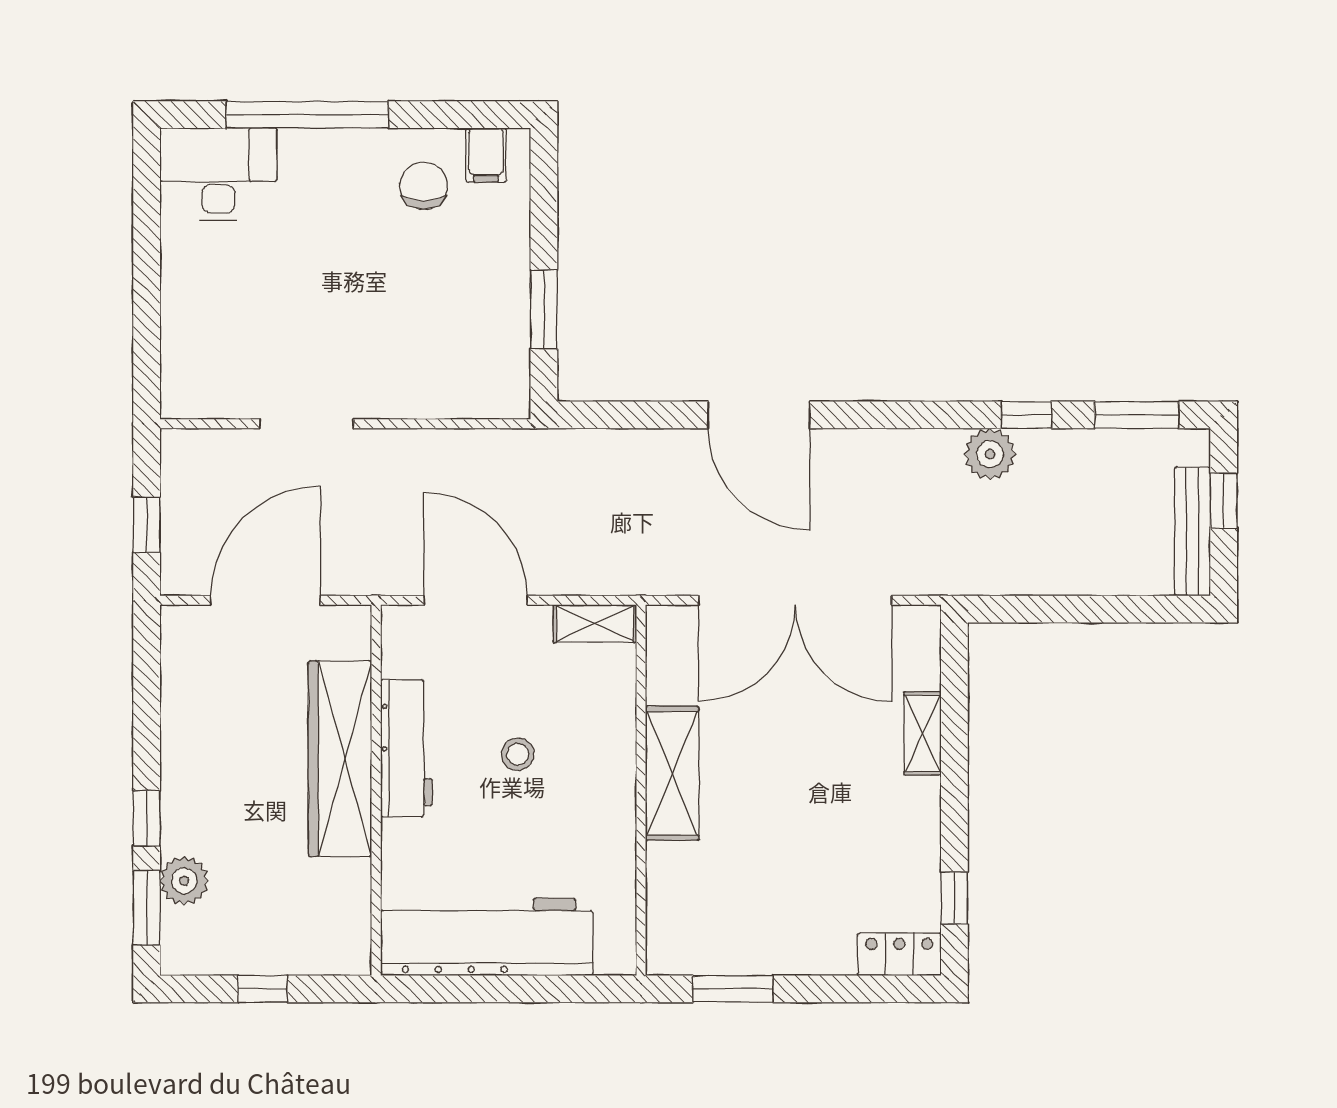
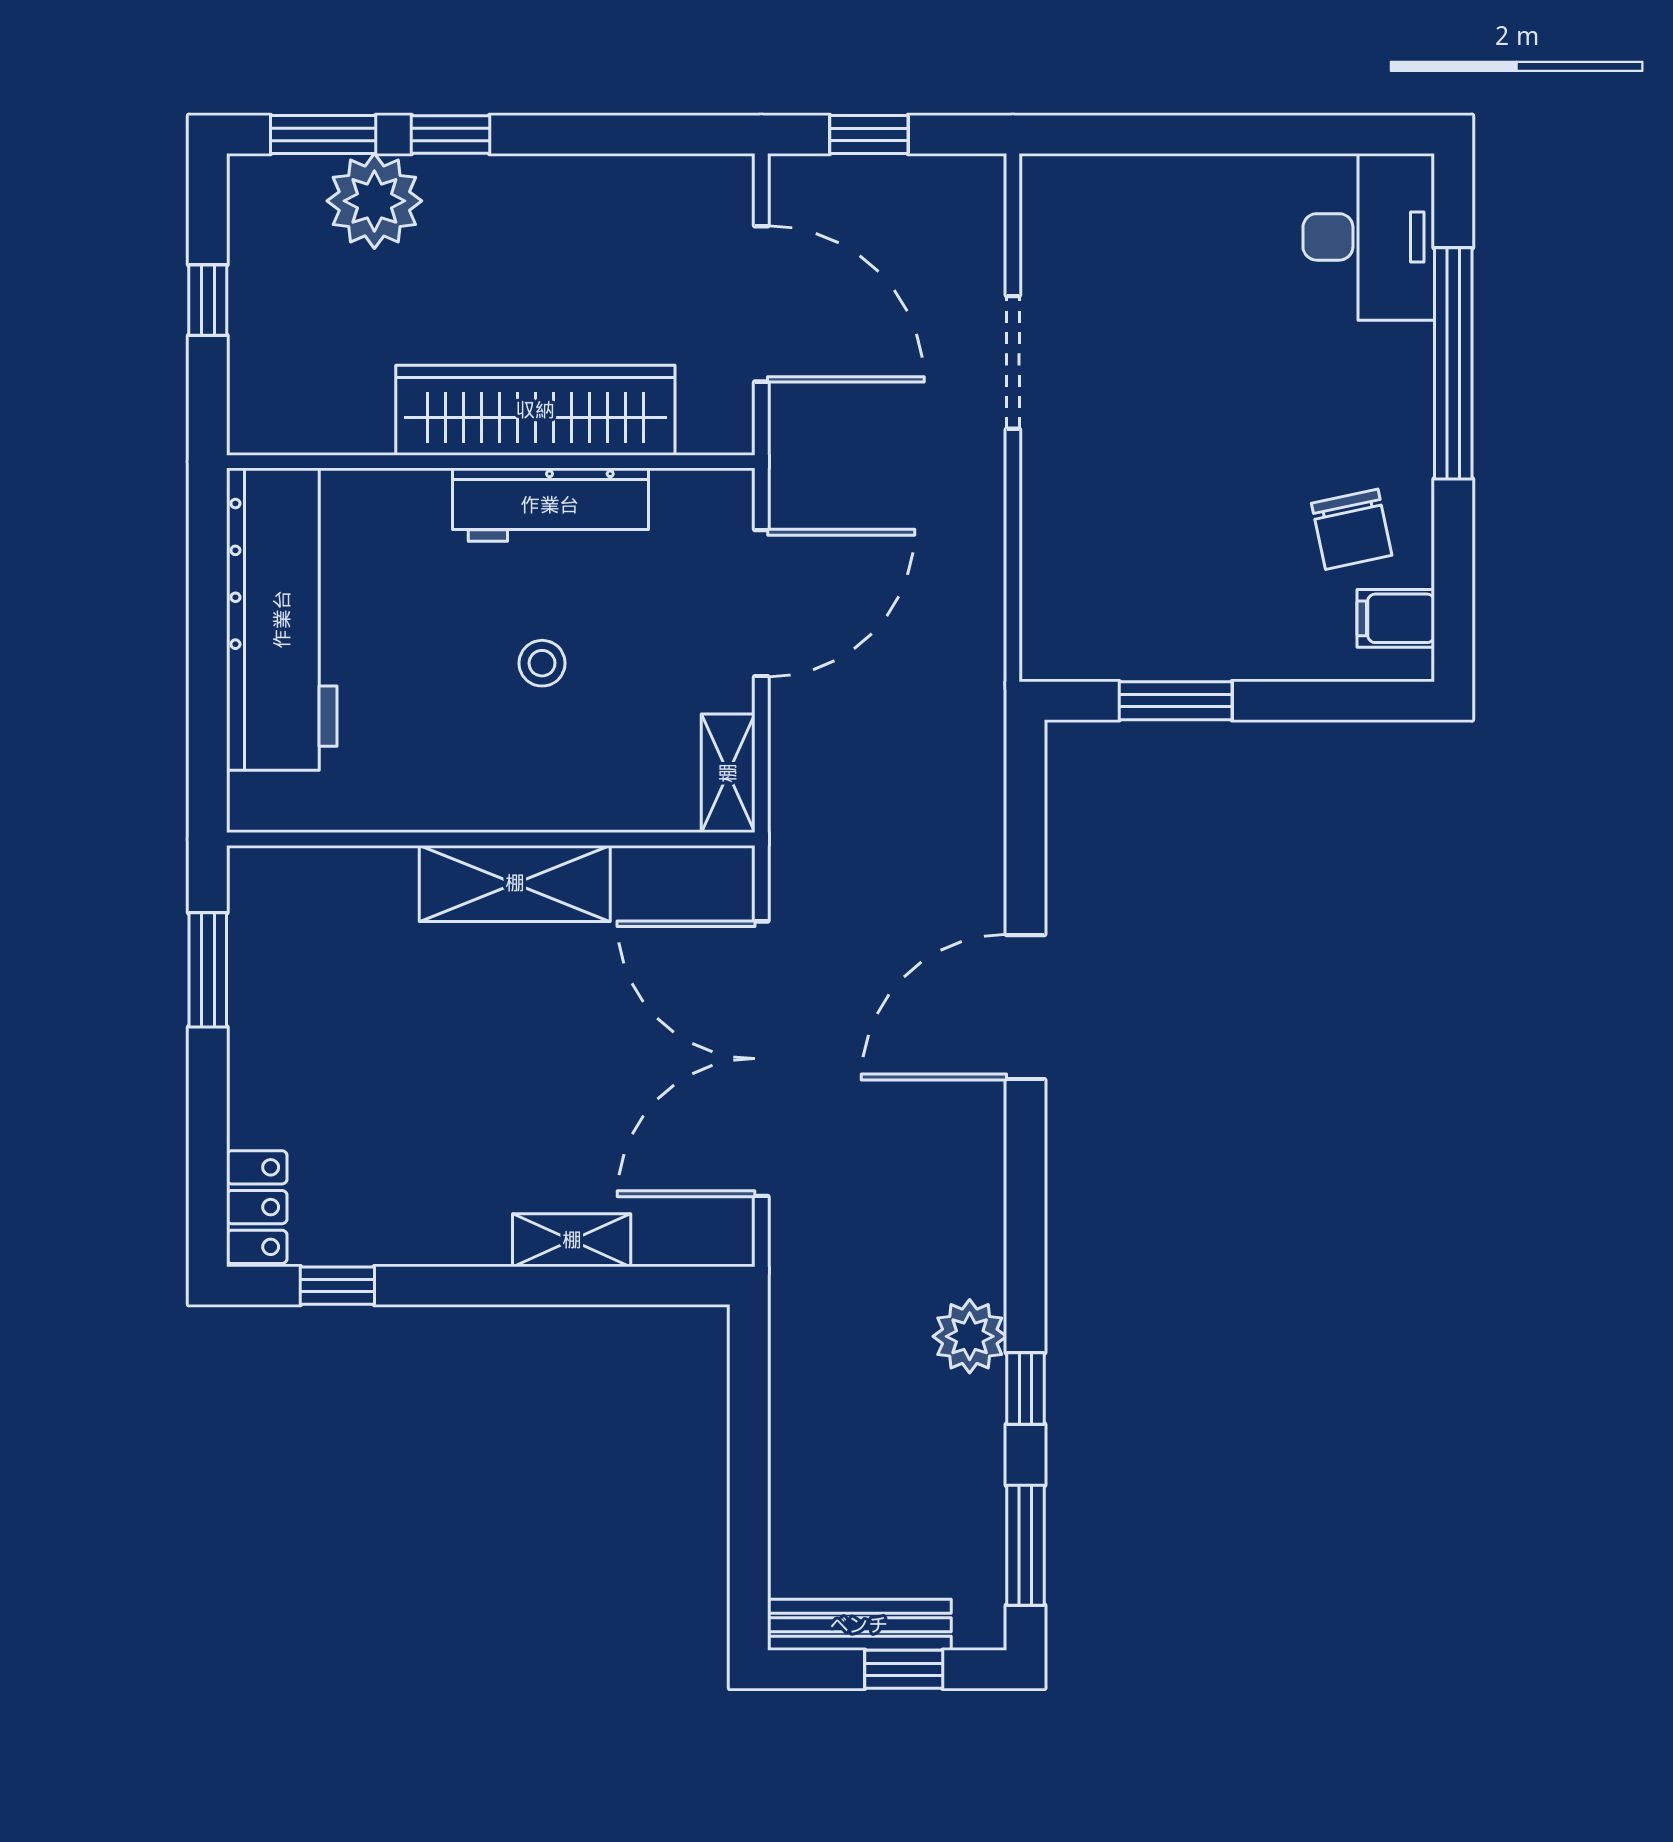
chair: (424, 186) -> (1352, 529), turned 78
plant: (184, 881) -> (374, 201), width x1.36, depth x1.36

